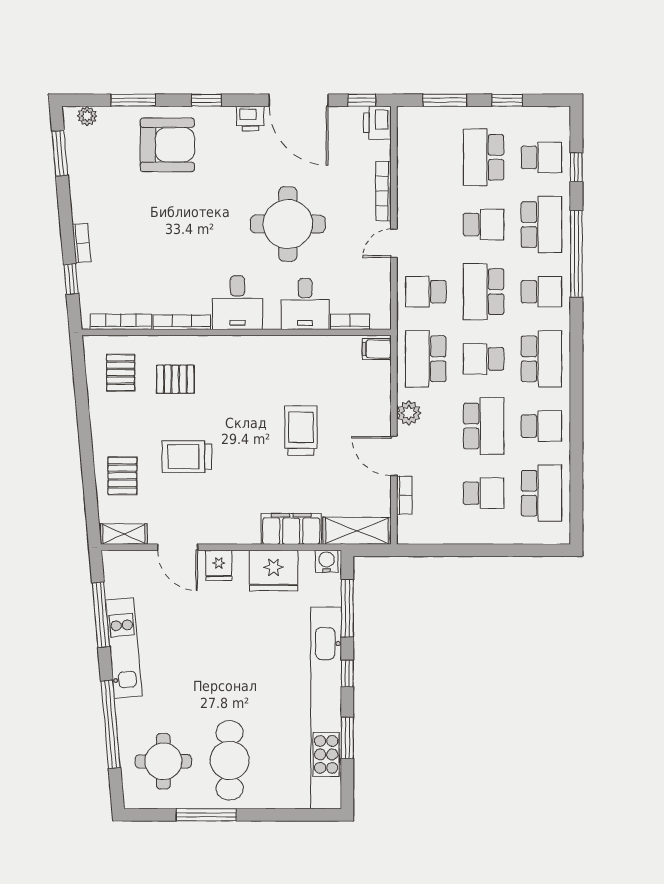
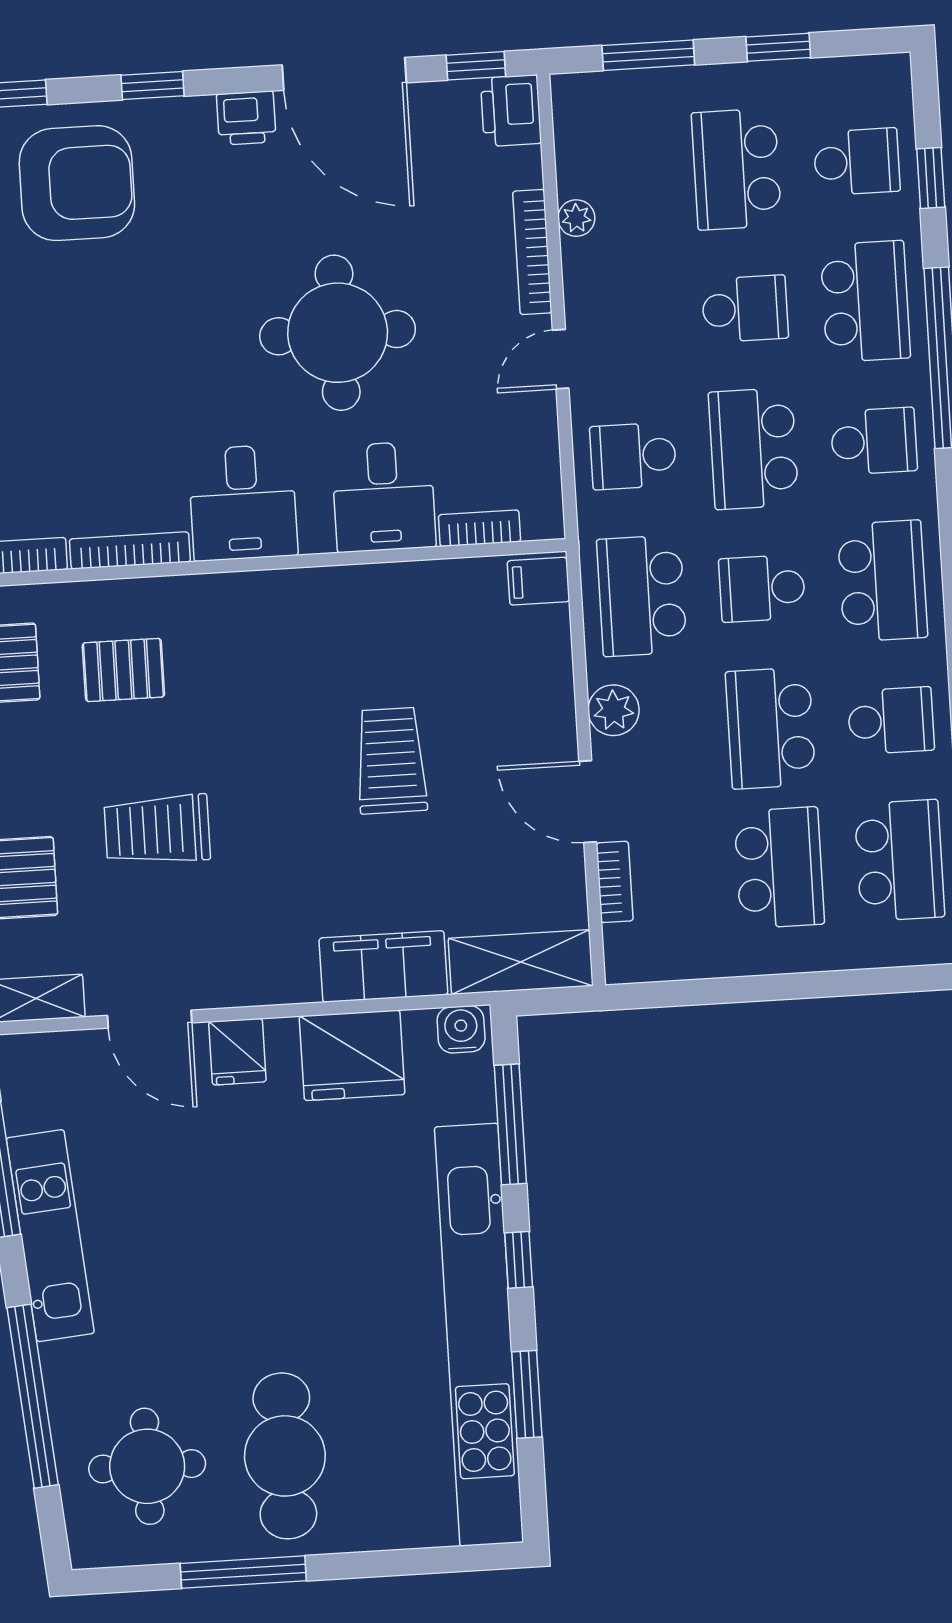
plant: (405, 176) -> (576, 218), added
school desk: (484, 426) -> (771, 728), turned 180
school desk: (484, 493) -> (779, 868), width x1.85

